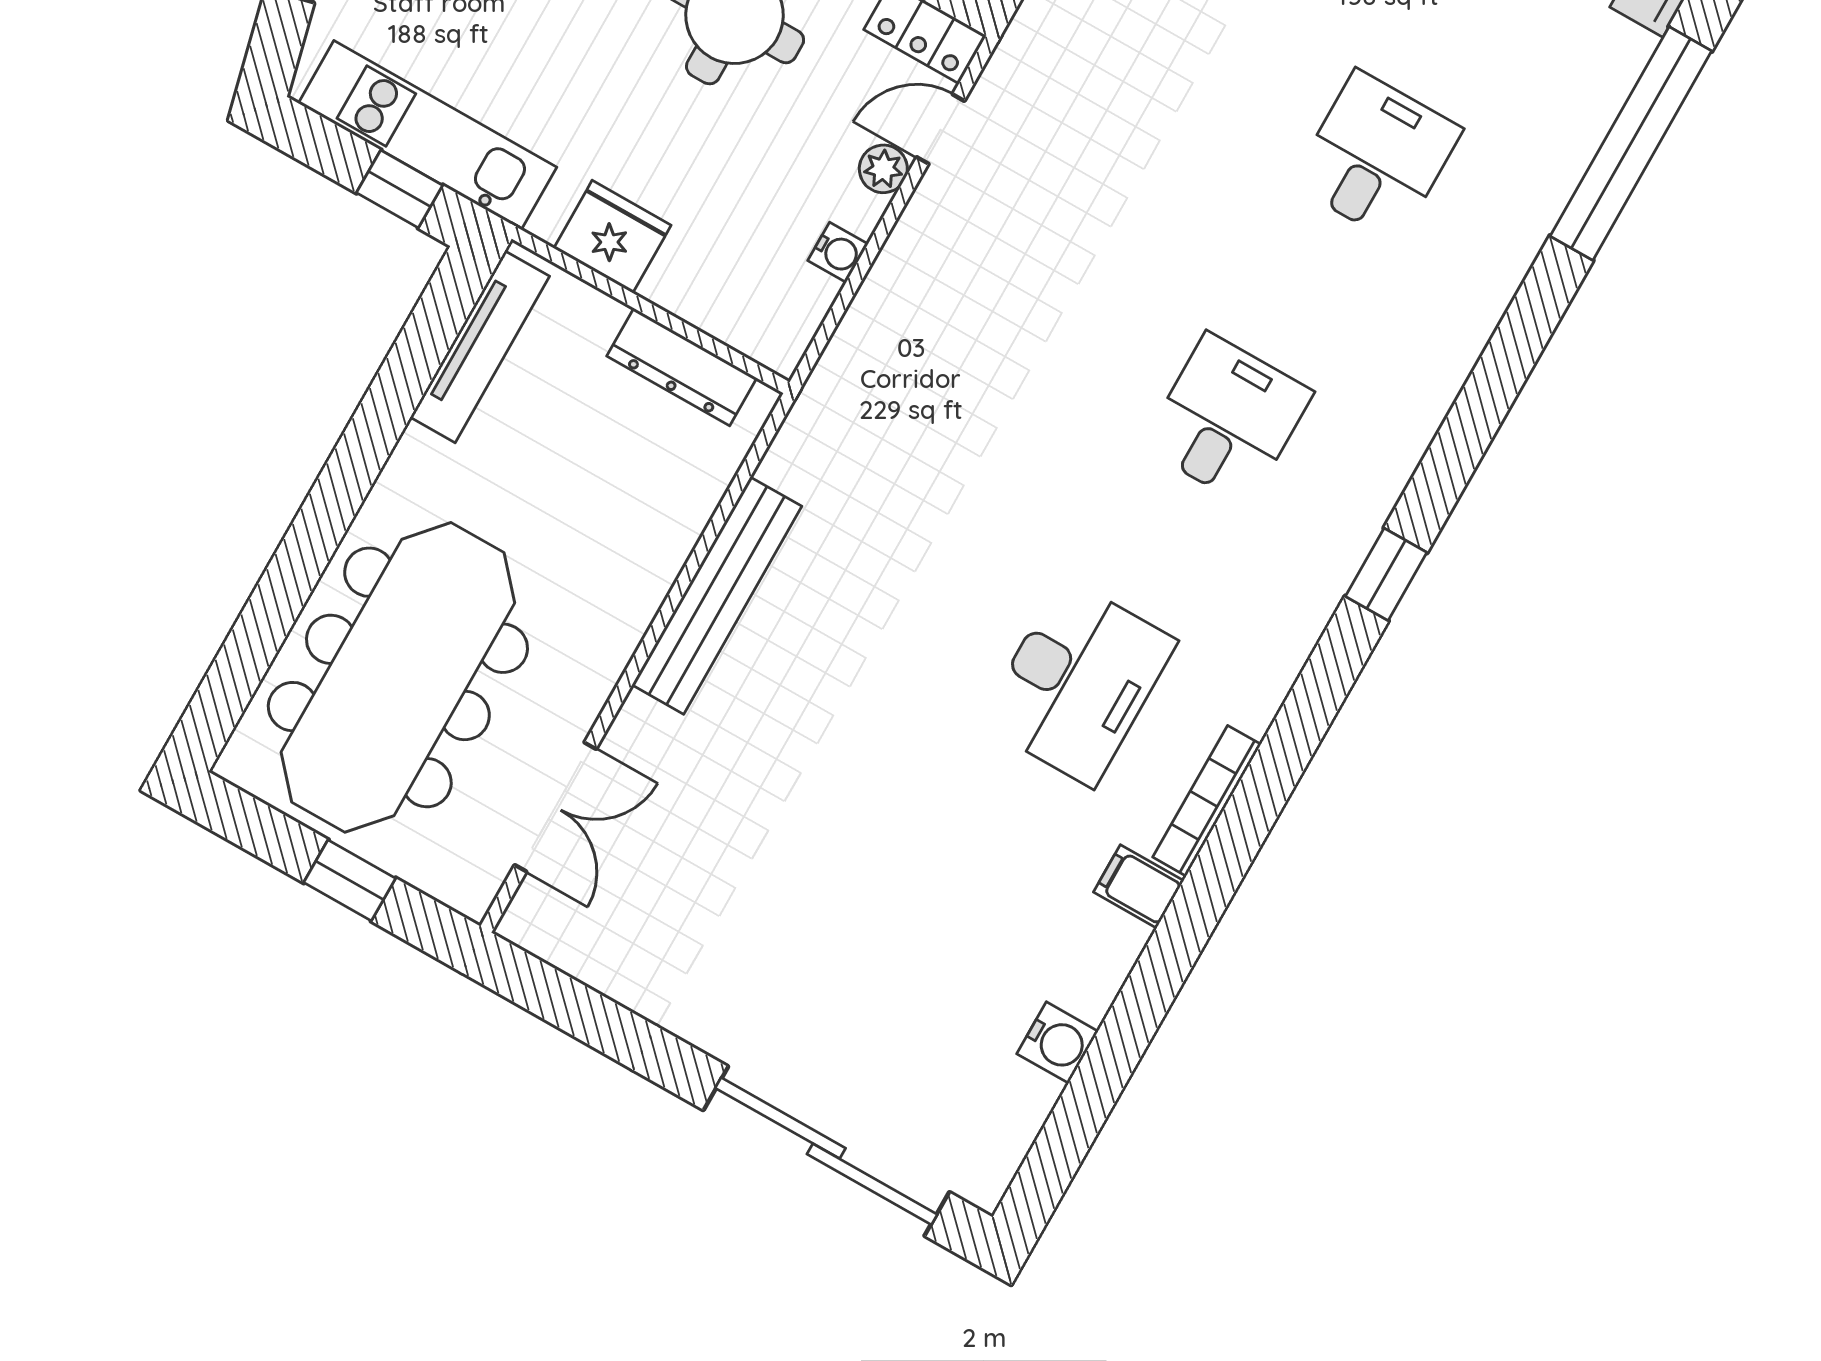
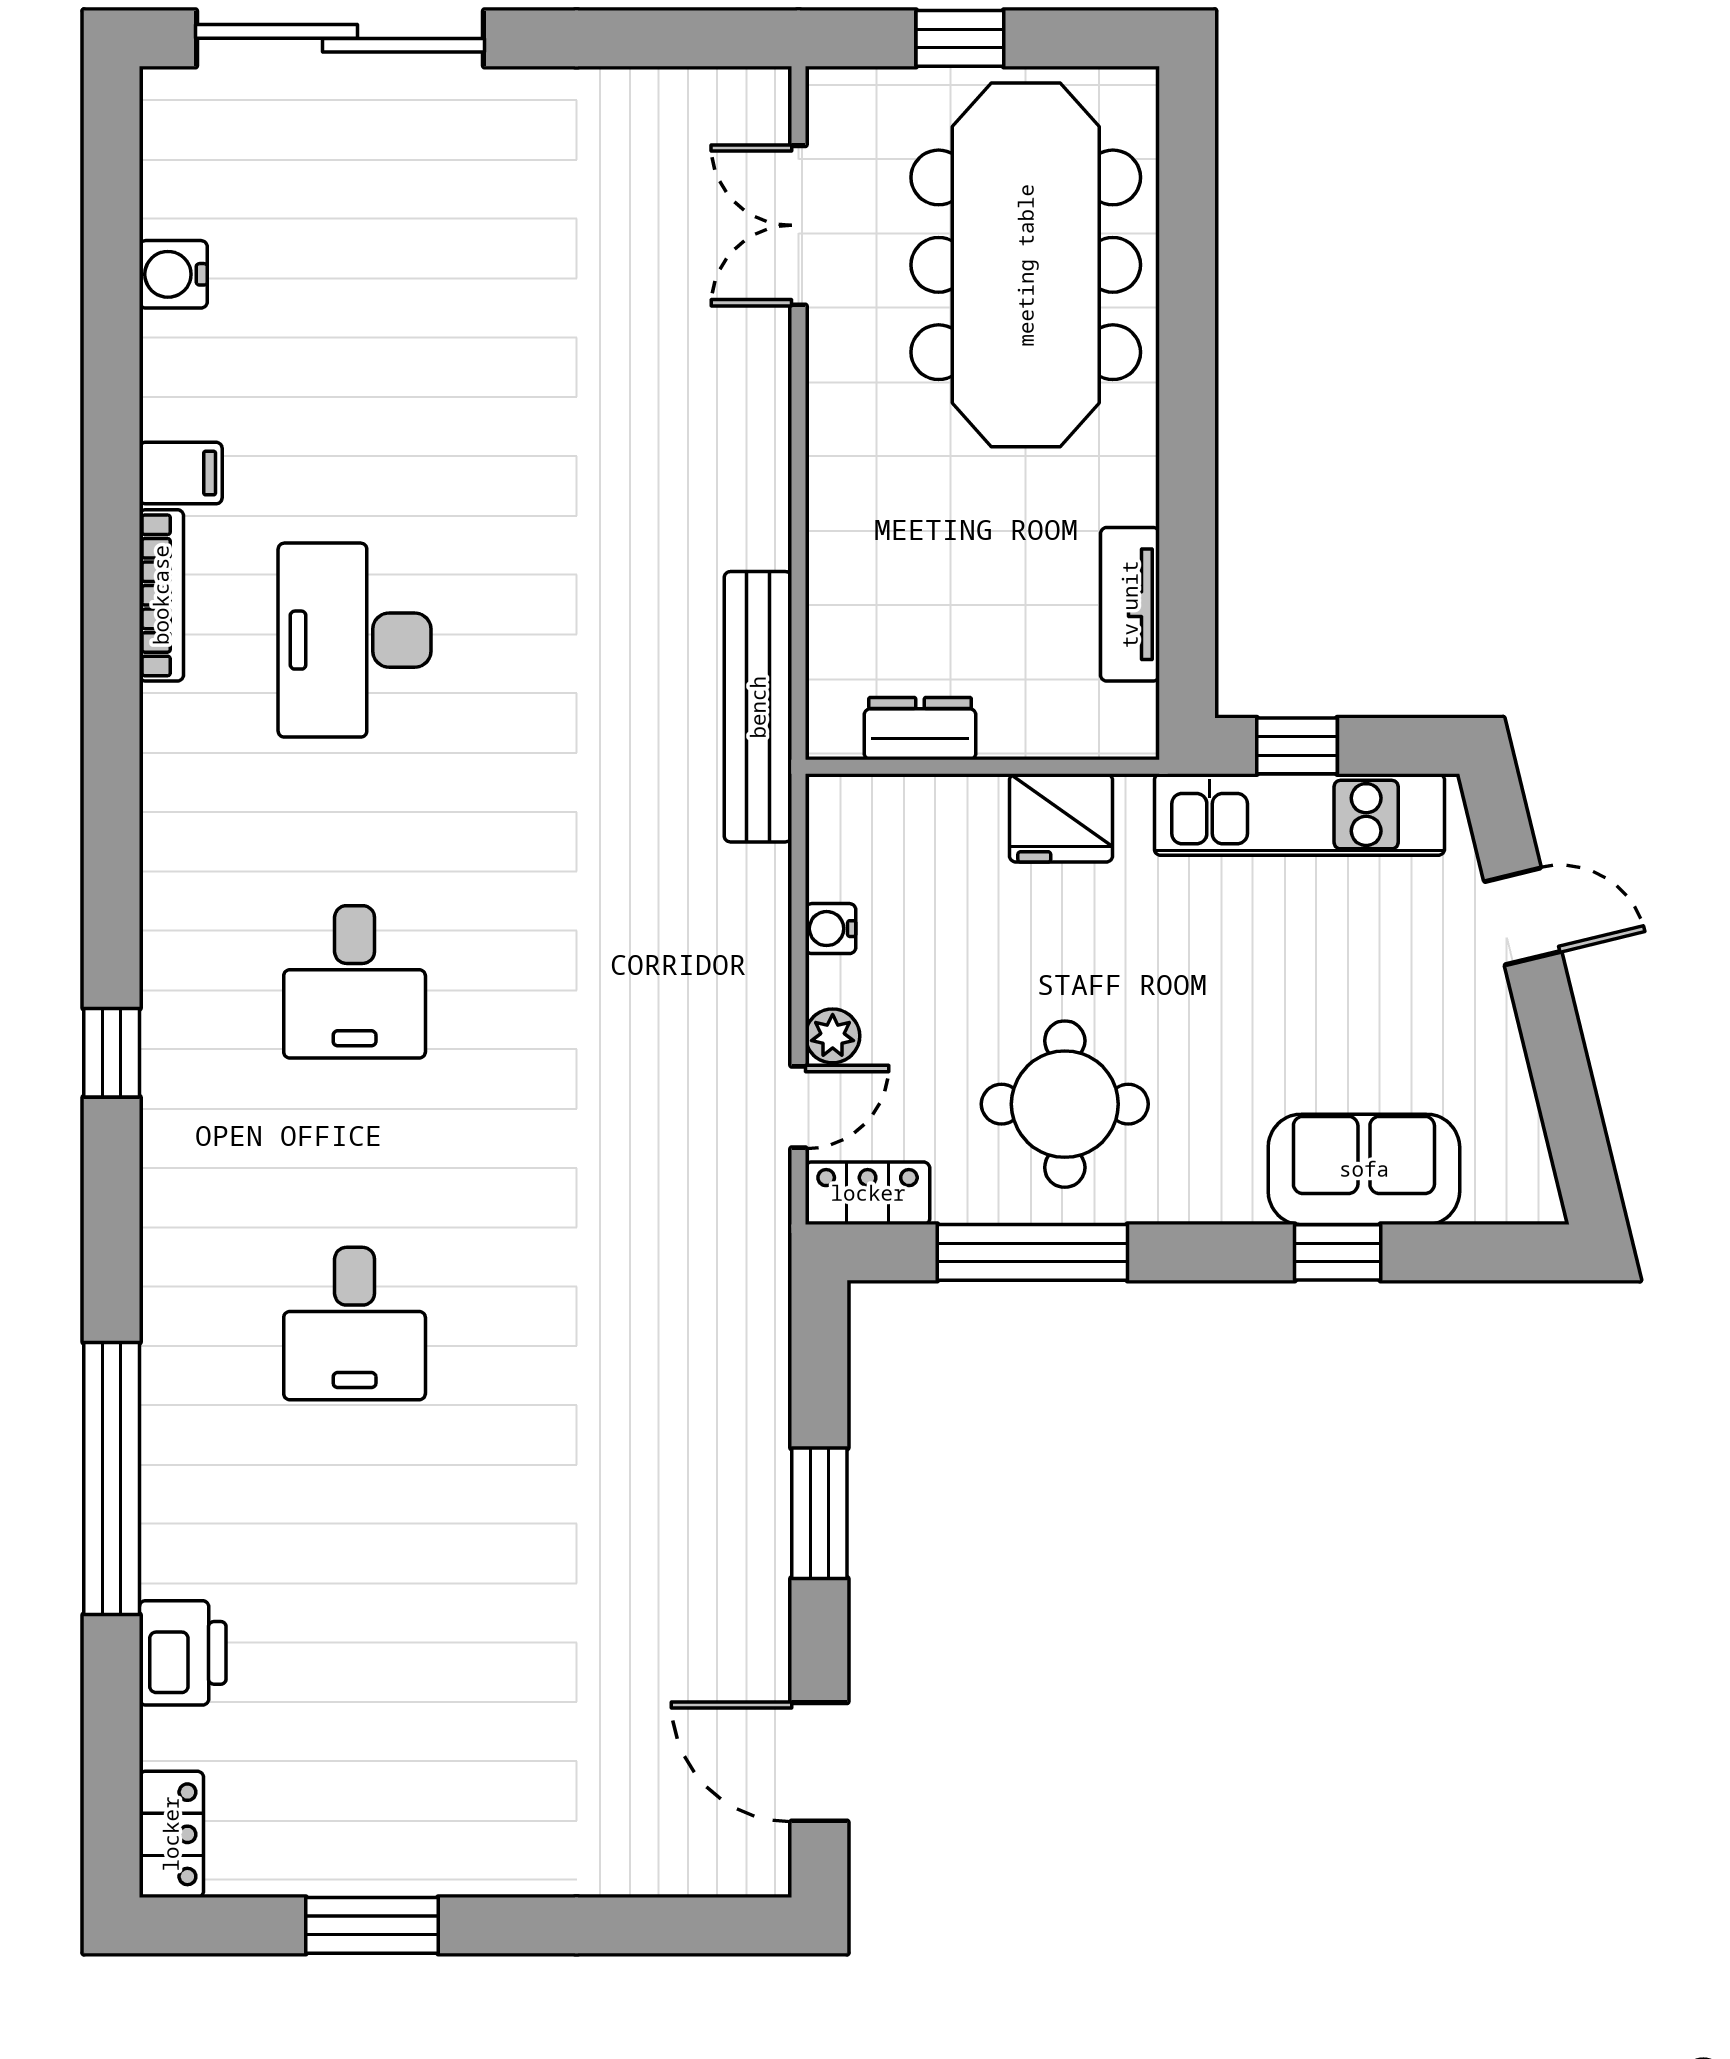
tv unit: (480, 347) -> (1130, 604), width x0.71
dresser: (682, 367) -> (920, 729), width x0.70
window: (1386, 574) -> (112, 1053), moved
bench: (717, 596) -> (758, 707), moved

